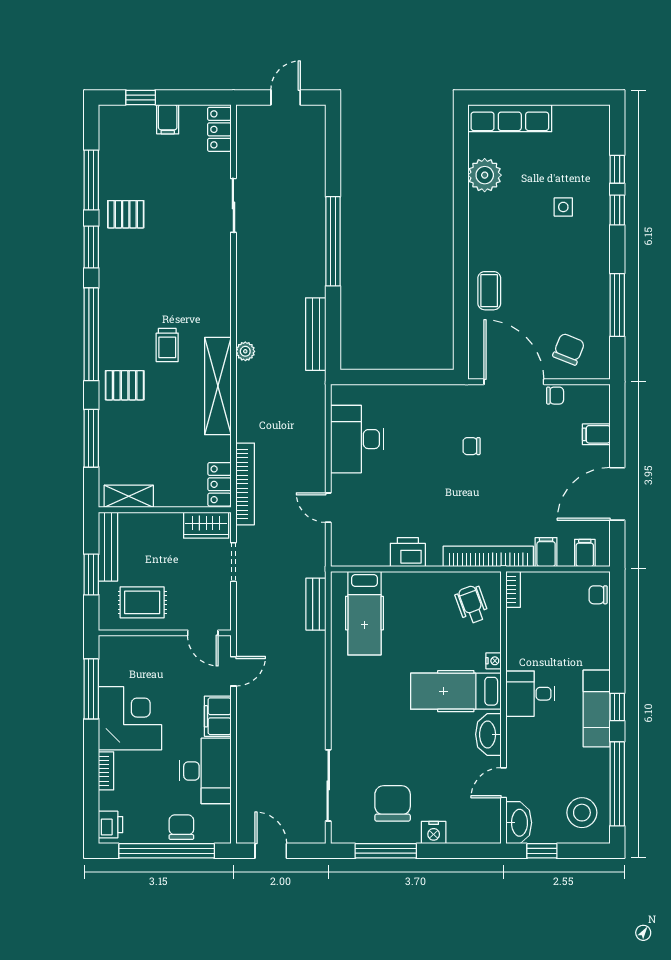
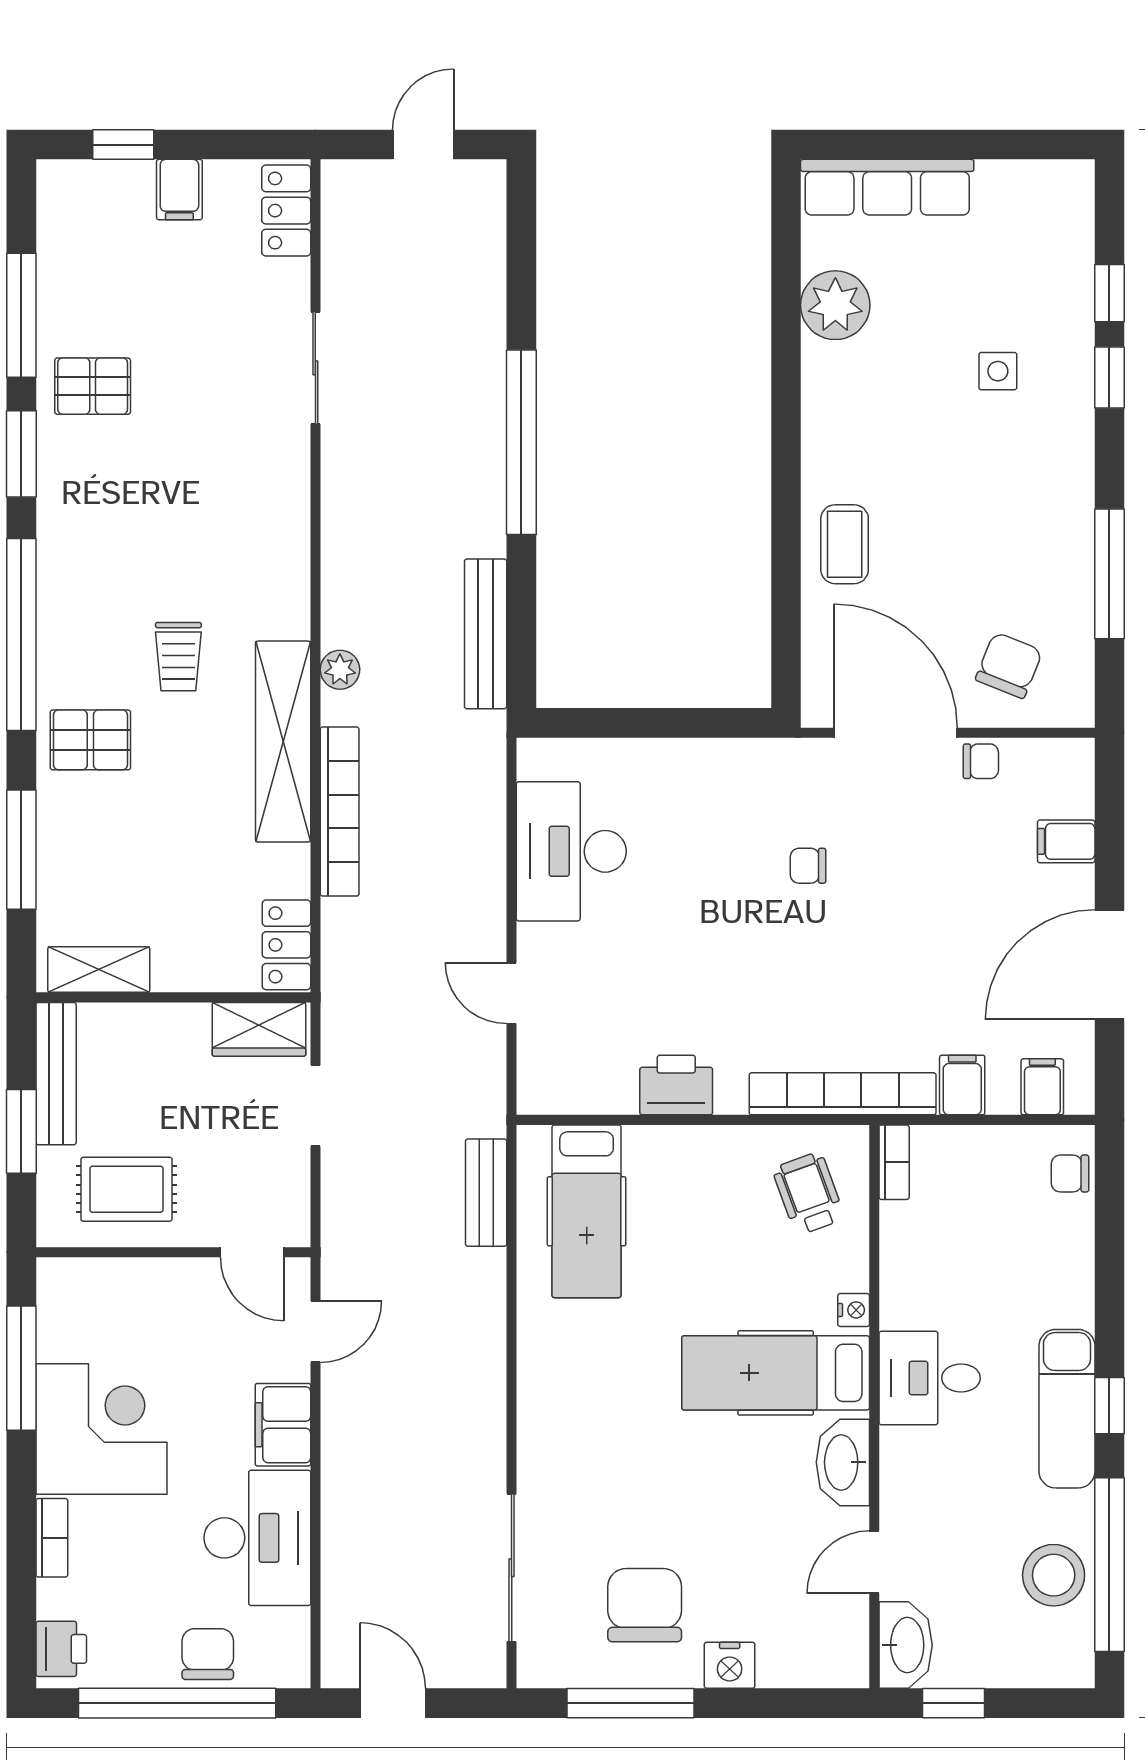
bookcase: (245, 484) -> (340, 812), moved
stool: (582, 813) -> (1054, 1575), moved

